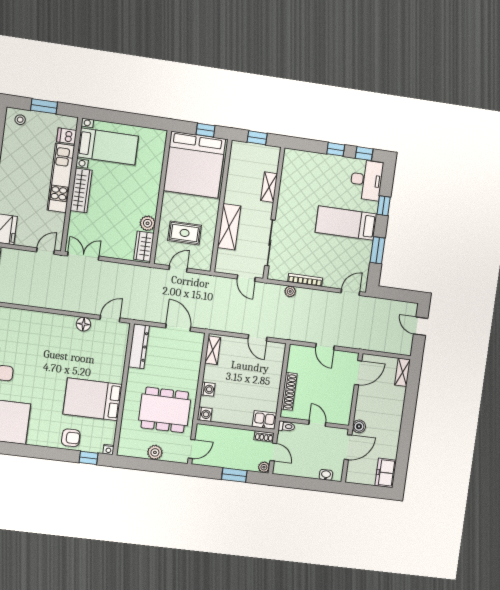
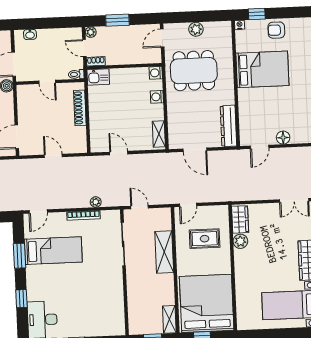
shelving: (269, 187) -> (169, 319), moved
bed: (346, 223) -> (53, 251), moved
door: (178, 269) -> (188, 205), moved

